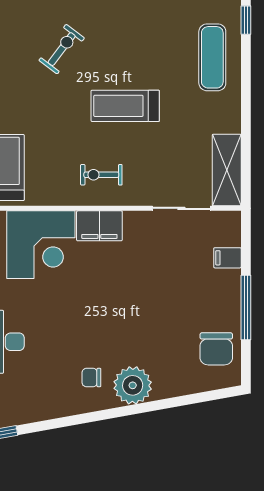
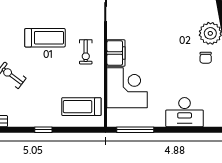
treadmill: (125, 106) -> (45, 38), turned -90

